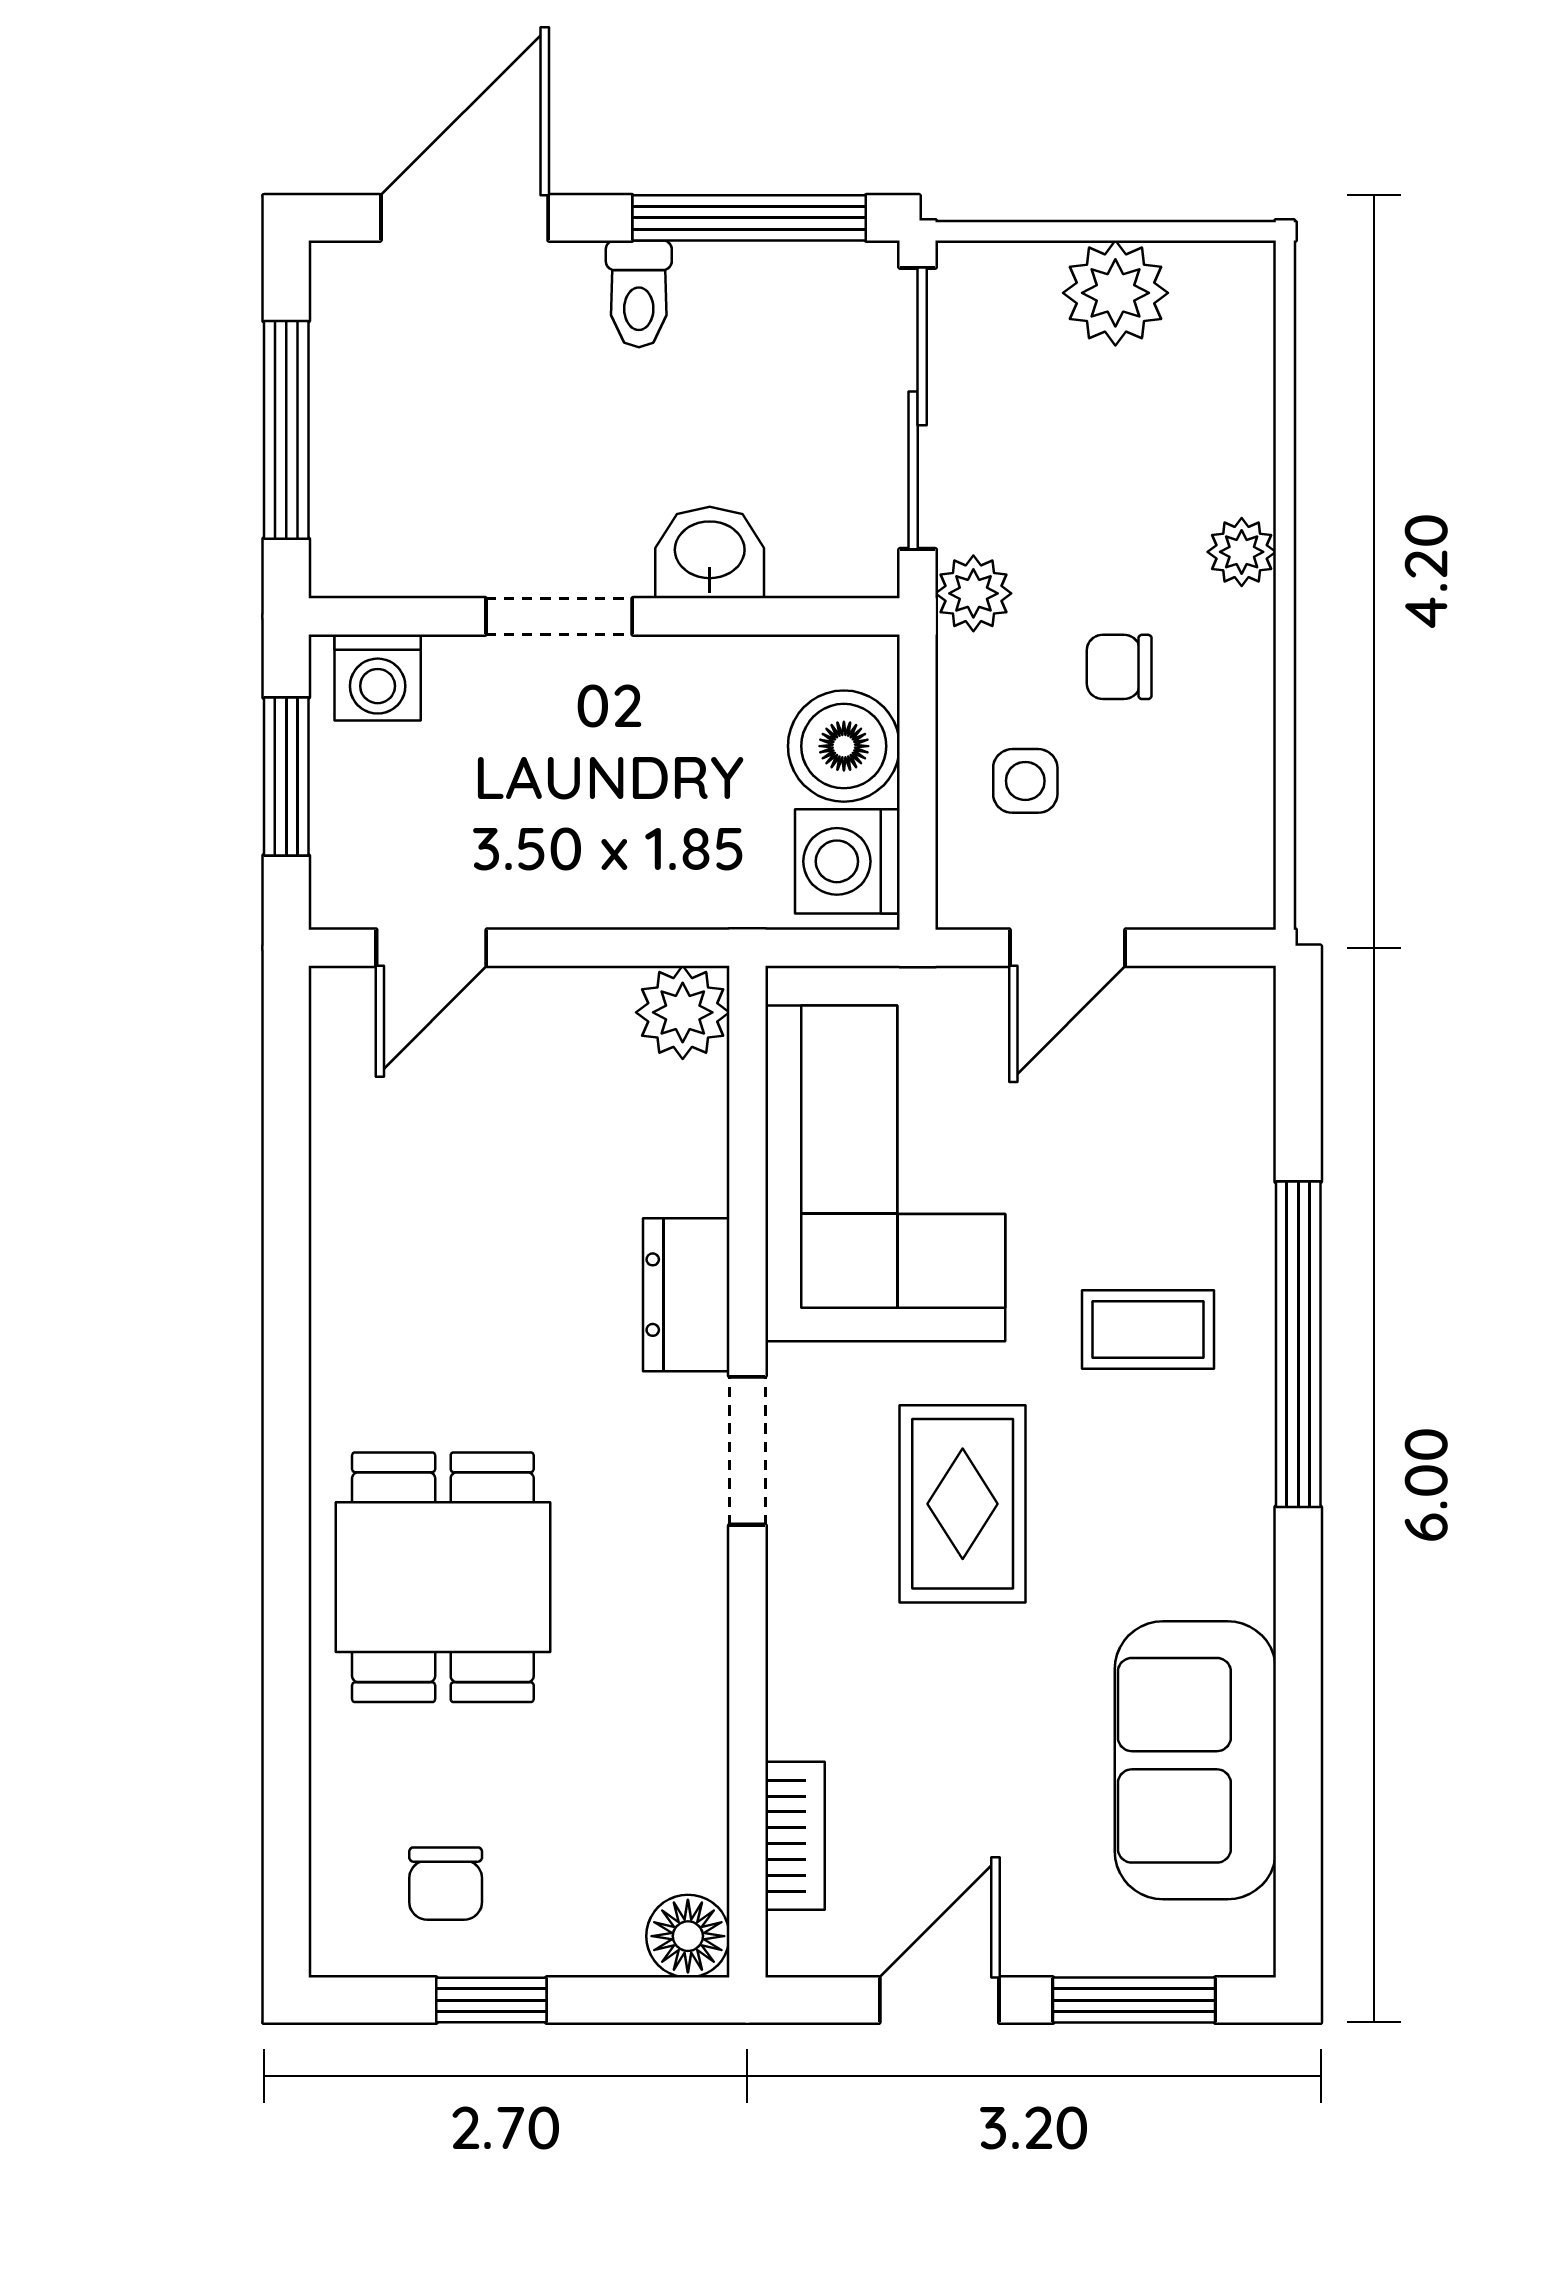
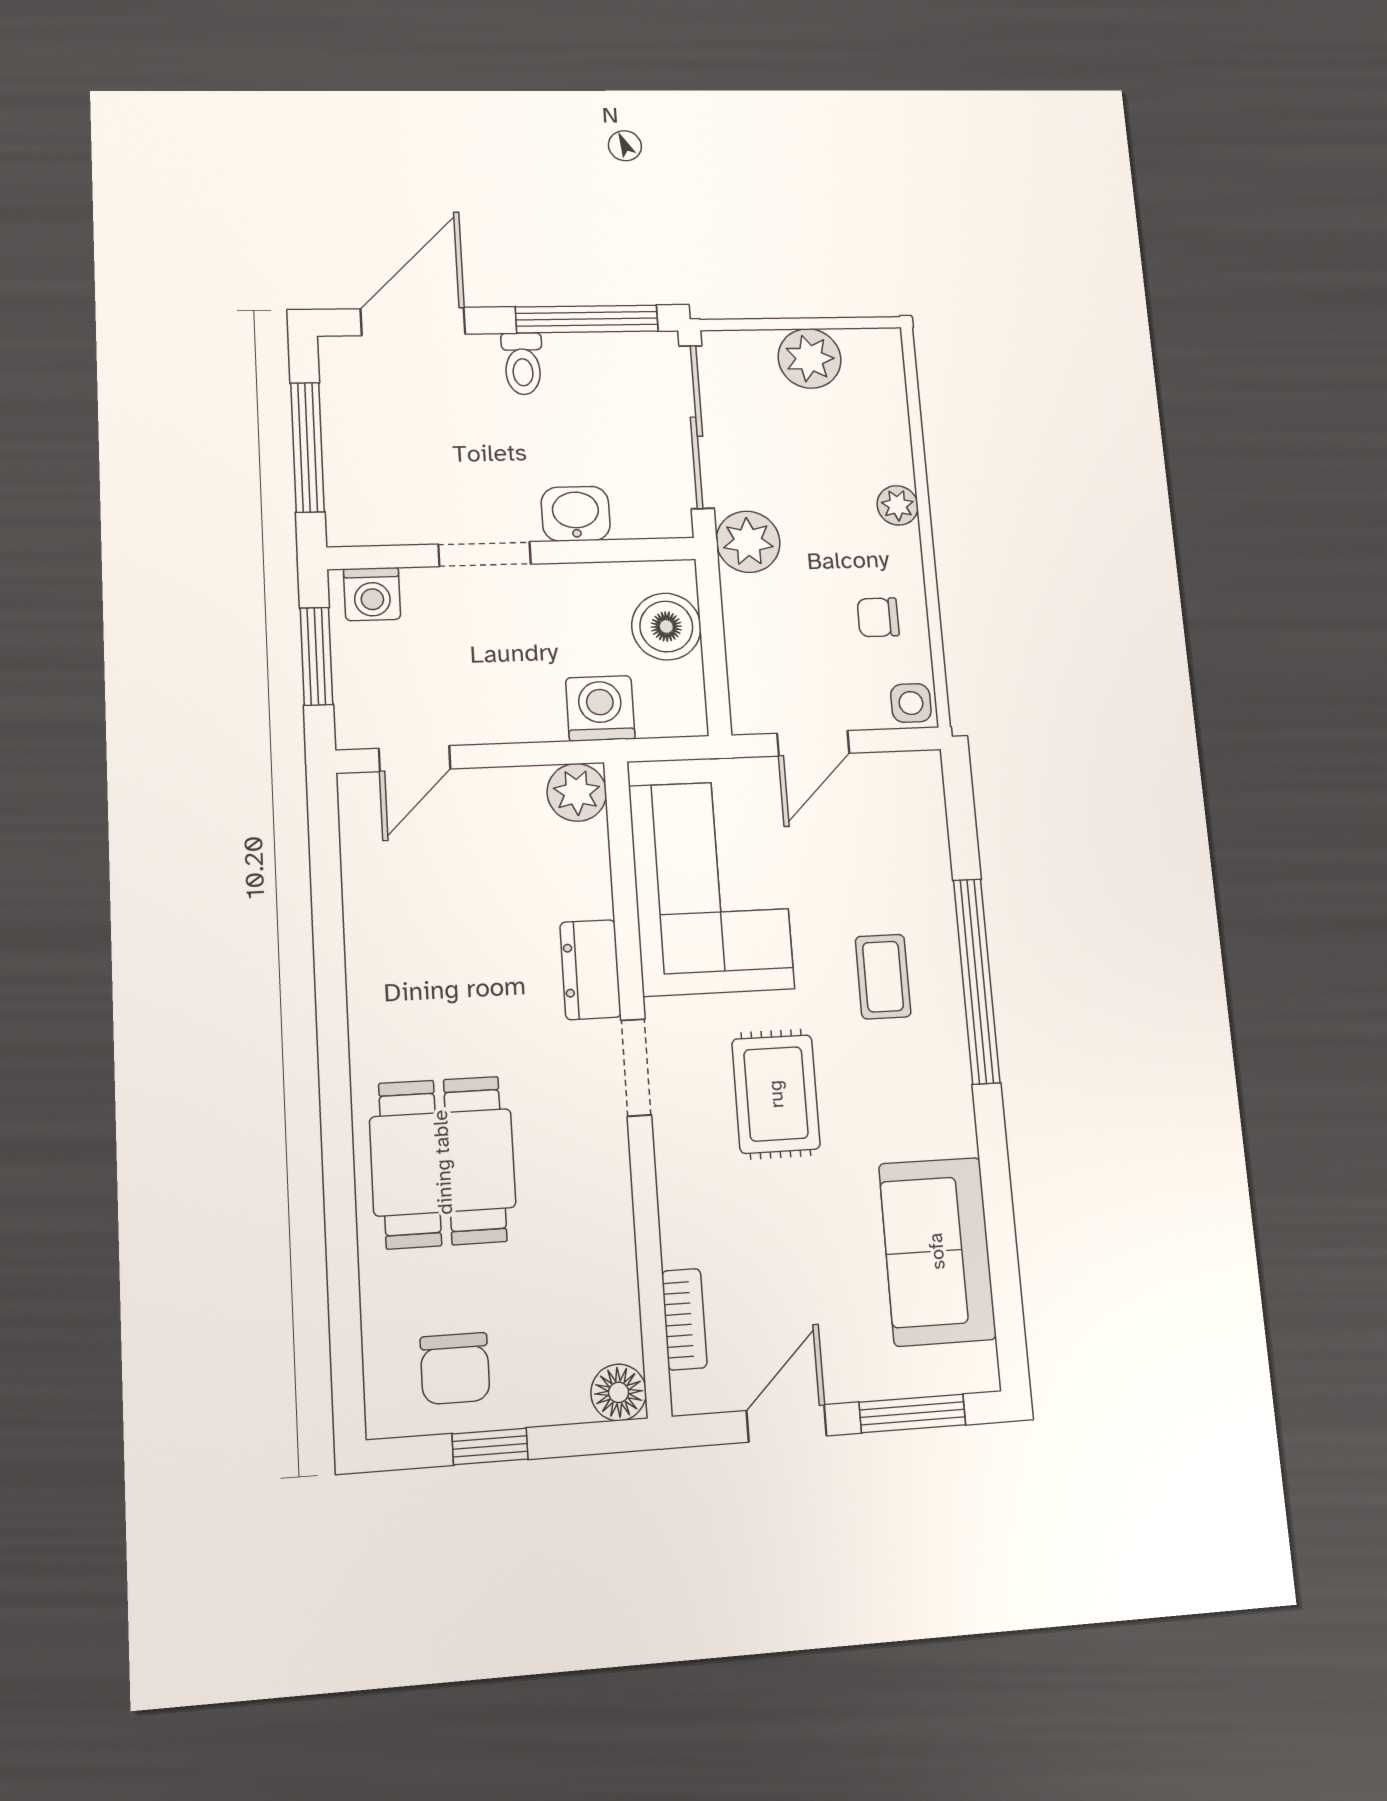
plant: (973, 593) -> (748, 542), width x1.38, depth x1.38
chair: (1119, 667) -> (878, 617), moved
side table: (1025, 781) -> (911, 703), moved
washing machine: (847, 861) -> (600, 708), moved, turned 90
coffee table: (1148, 1330) -> (883, 977), turned 90
chair: (446, 1884) -> (455, 1368), width x1.37, depth x1.37

